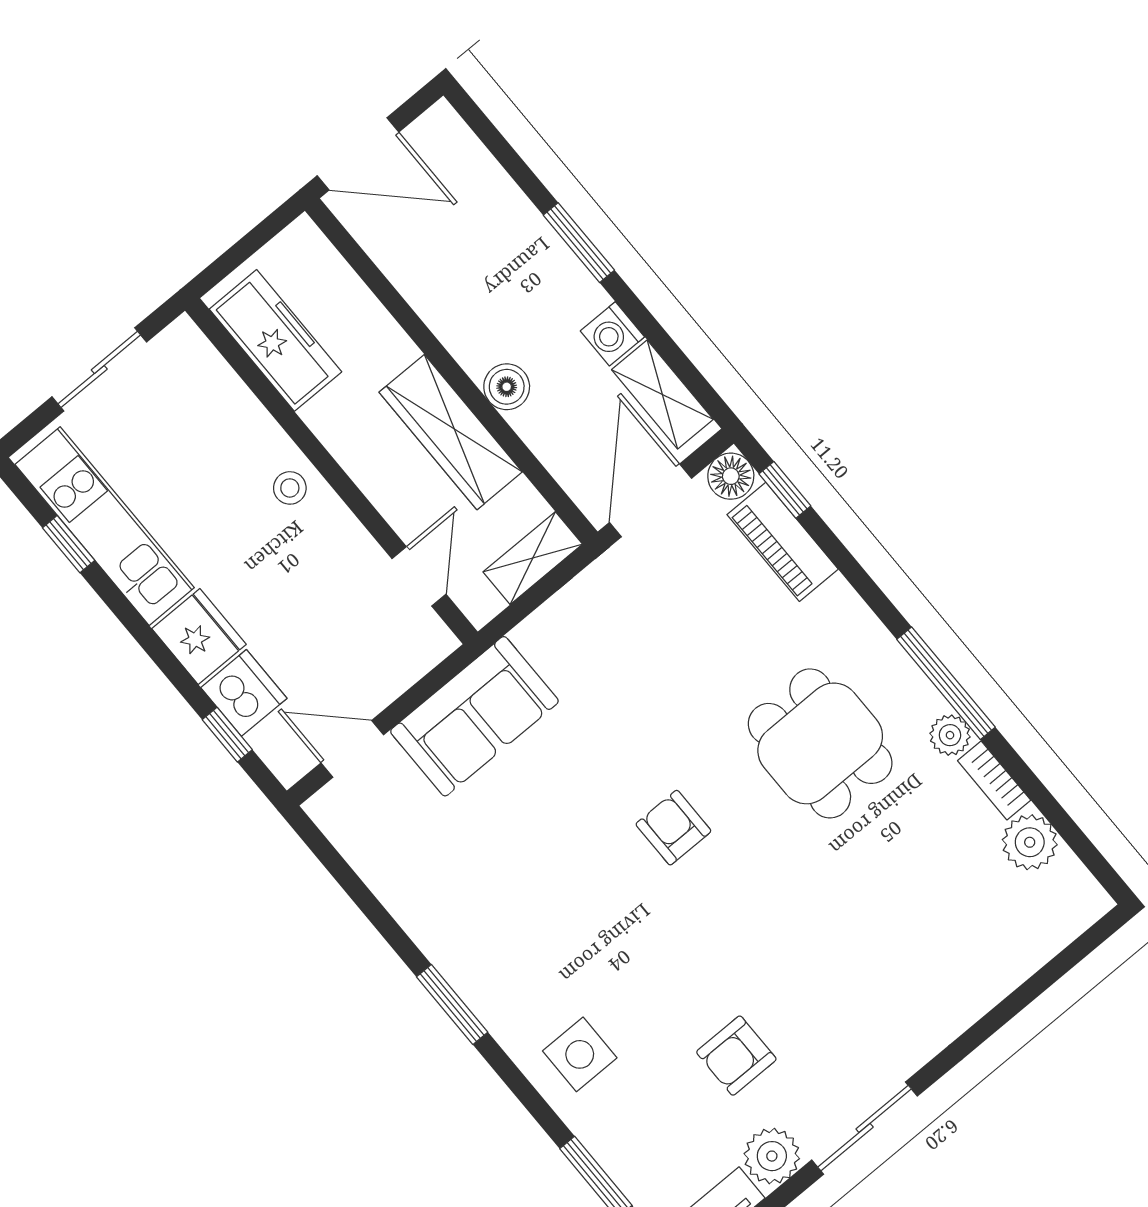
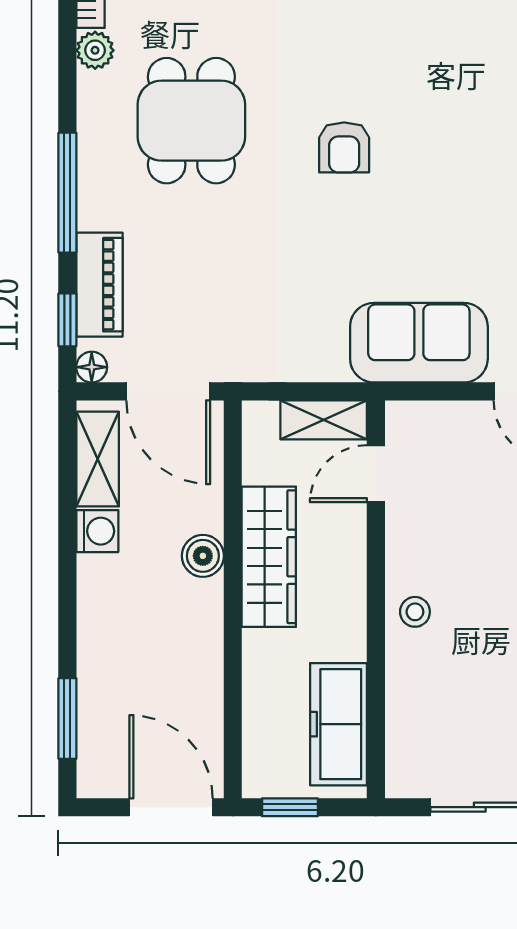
window: (258, 237) -> (290, 807), added
window: (579, 243) -> (67, 718), moved
floor lamp: (731, 476) -> (92, 367), width x0.73, depth x0.73
door: (650, 500) -> (168, 391), hinge flipped
shelving: (533, 558) -> (324, 420), moved
window: (946, 683) -> (67, 193), moved

